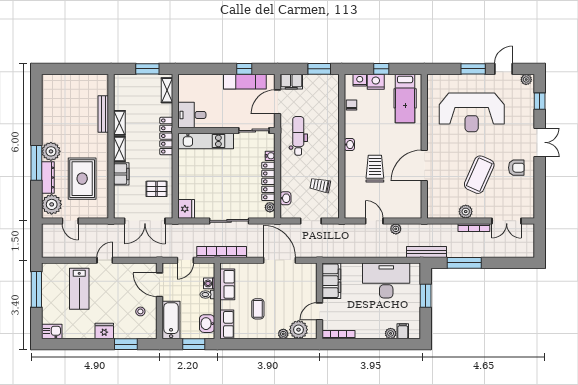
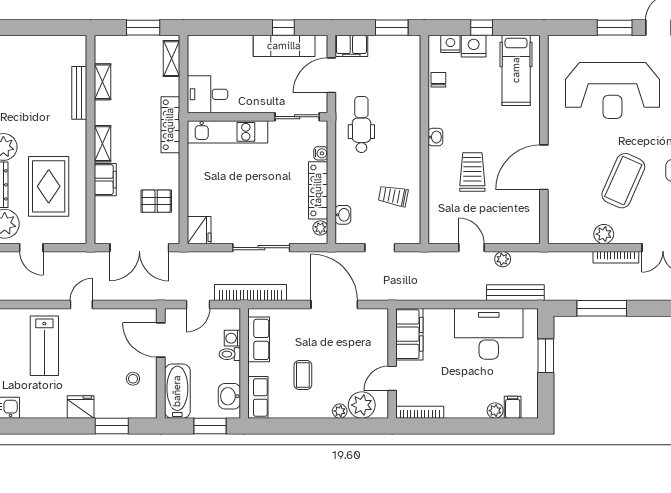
shelving: (119, 123) -> (102, 82), moved
bench: (427, 252) -> (515, 293), moved

